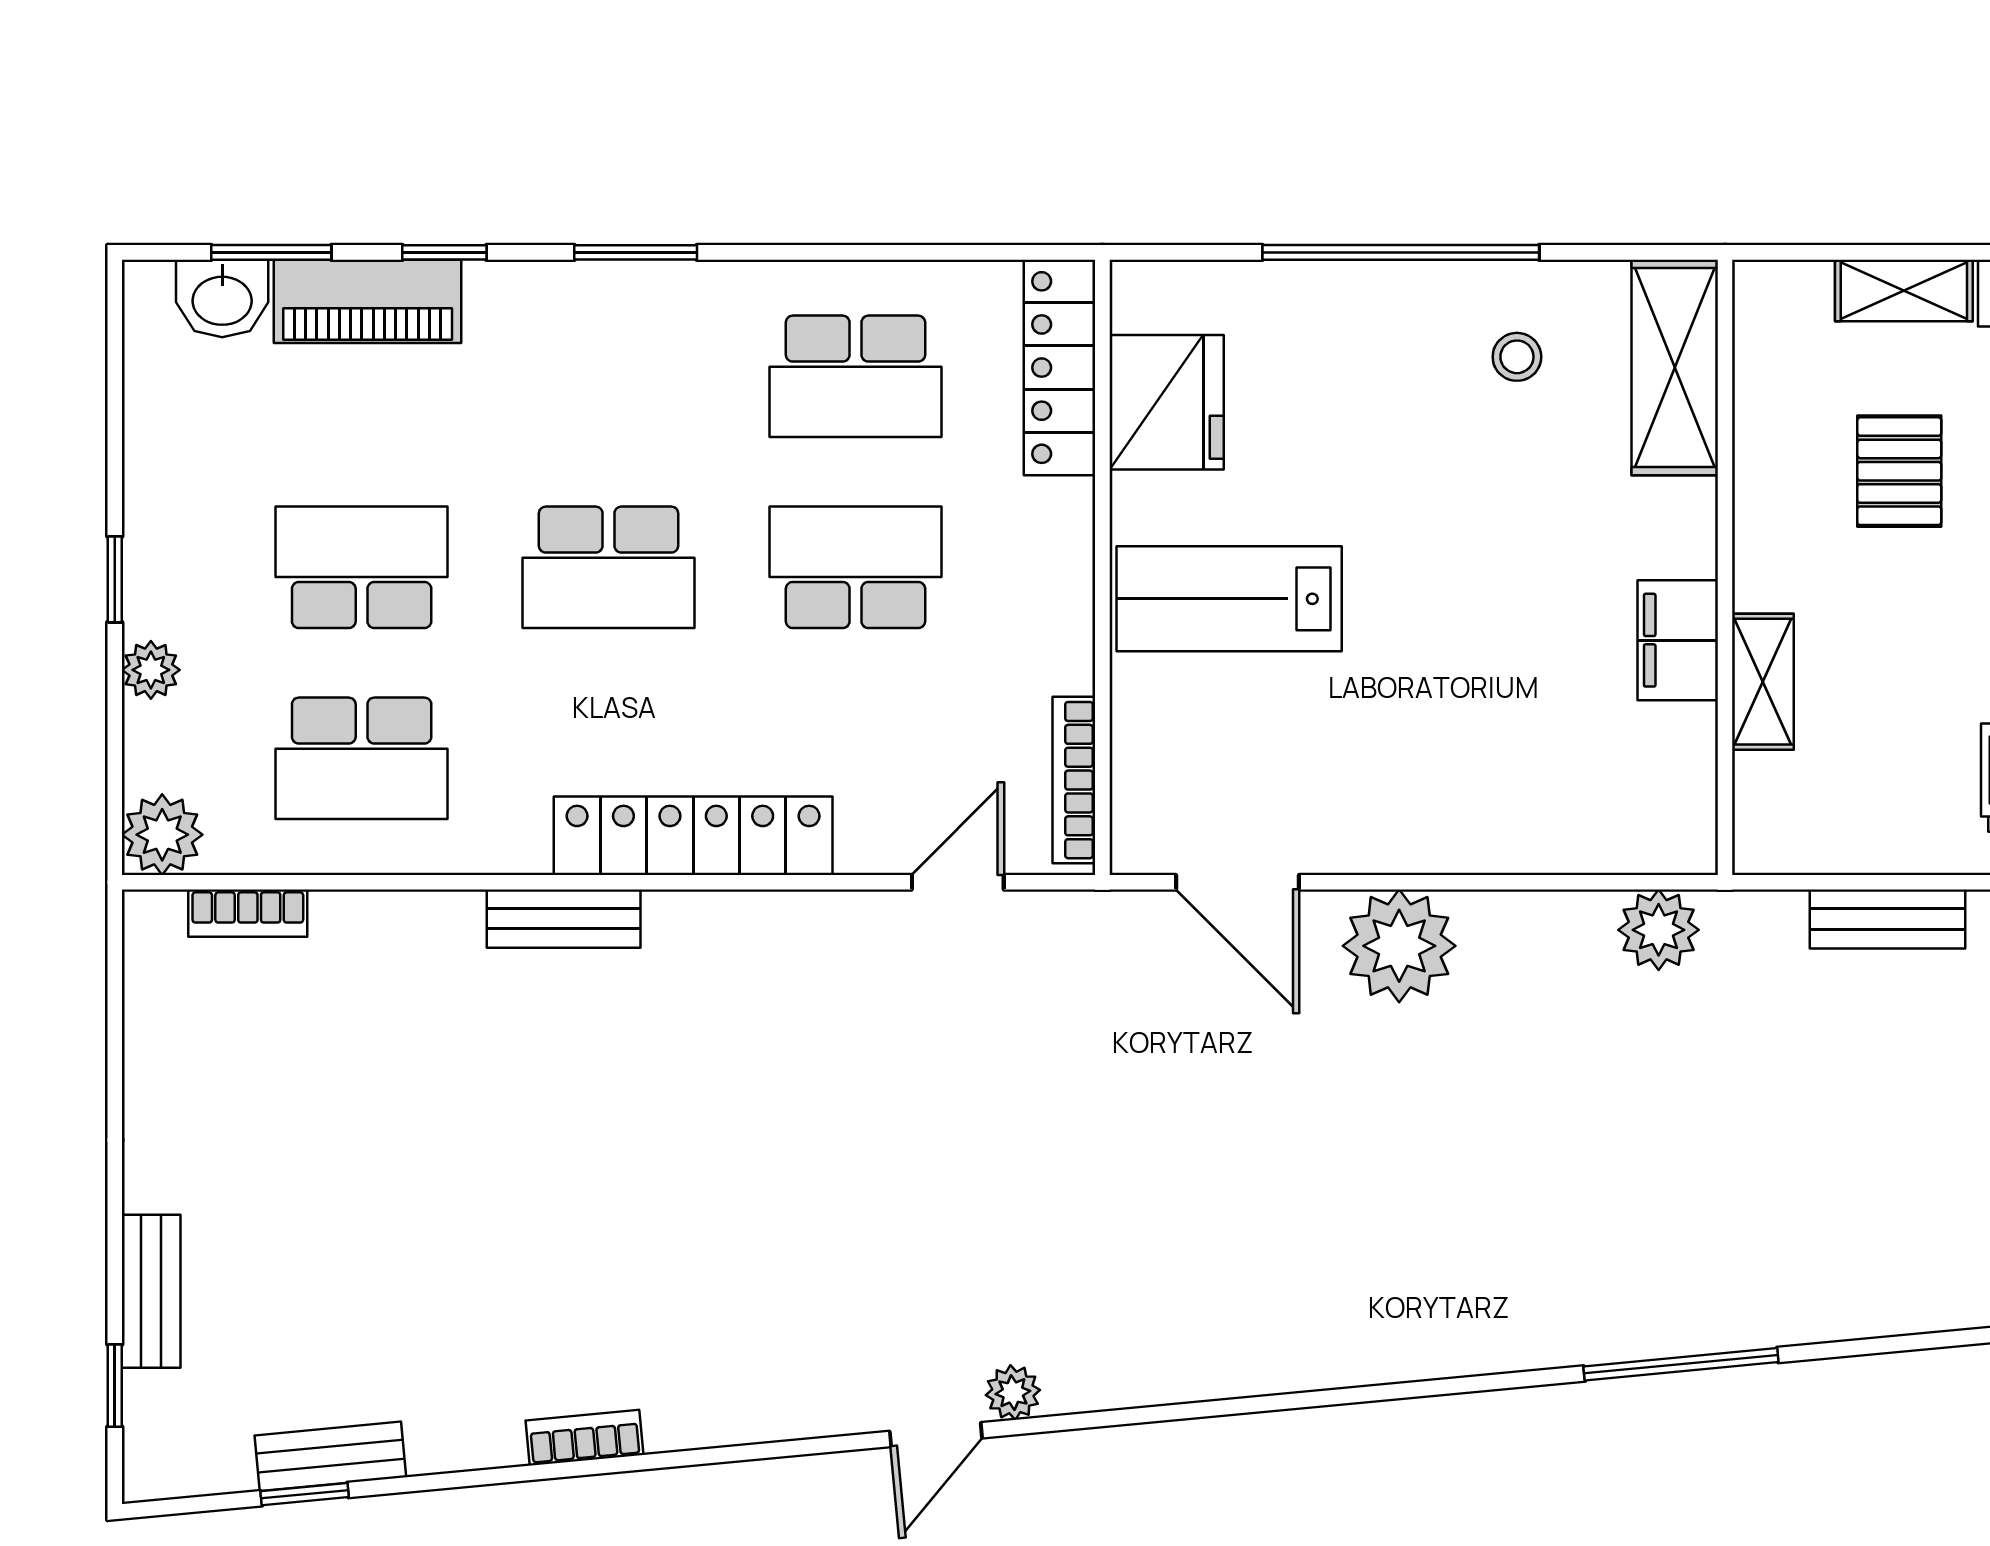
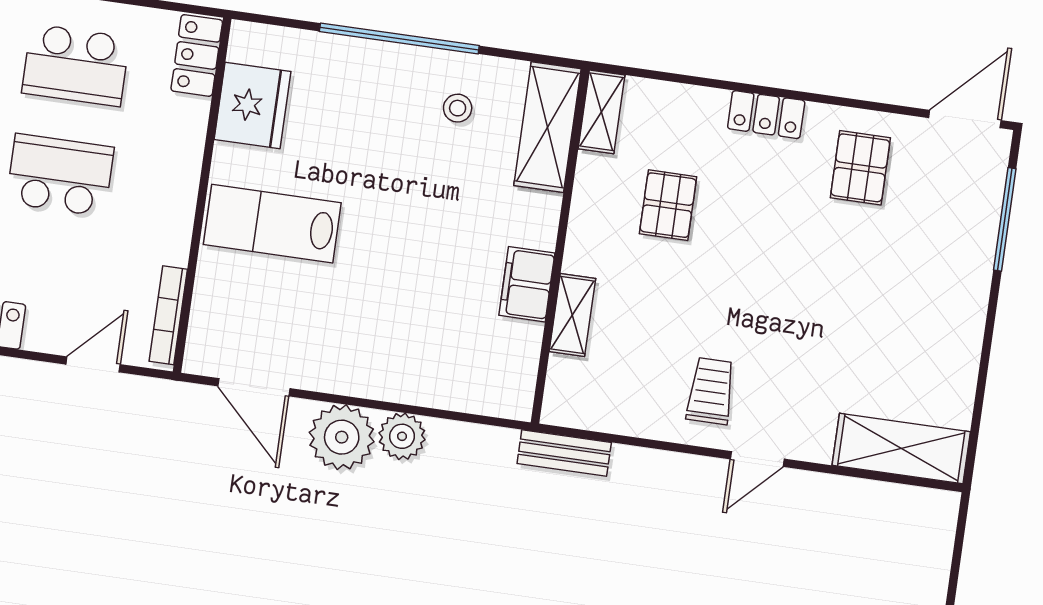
shelving: (1904, 290) -> (601, 112), moved, turned 90
locker: (1060, 368) -> (197, 55), width x0.66
bench: (1887, 919) -> (564, 453), moved
plant: (1659, 930) -> (402, 436), moved

